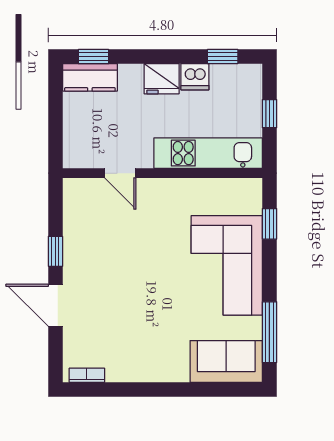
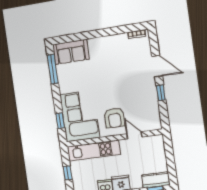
armchair: (156, 214) -> (114, 118), added
corner sofa: (227, 265) -> (80, 116), moved

